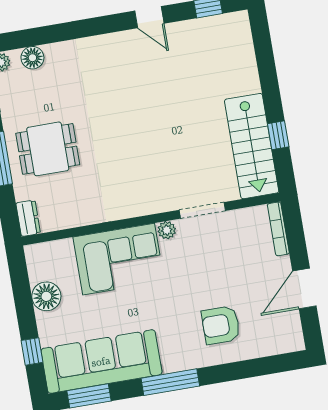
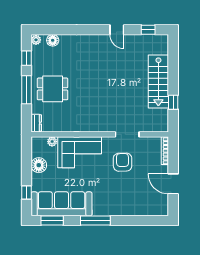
stairs: (252, 146) -> (158, 81), moved
plant: (167, 230) -> (52, 142), moved
door: (304, 288) -> (173, 184), hinge flipped
armchair: (221, 325) -> (123, 162), moved, turned 89

